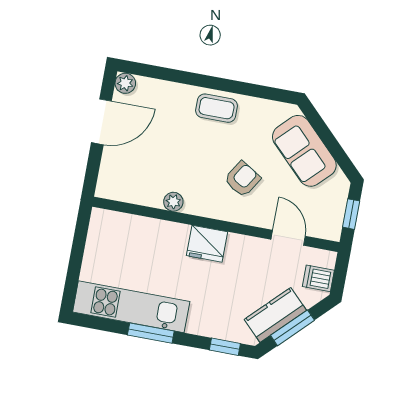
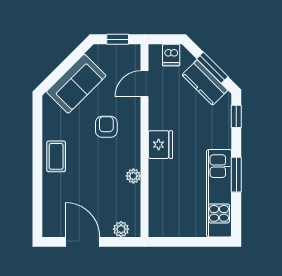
plant: (125, 83) -> (121, 229), moved
armchair: (242, 179) -> (106, 127), turned 58

